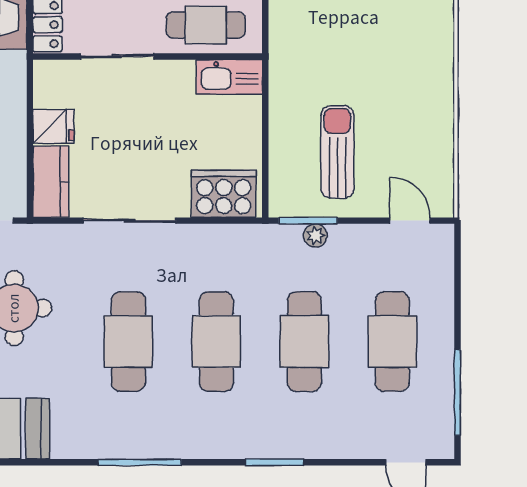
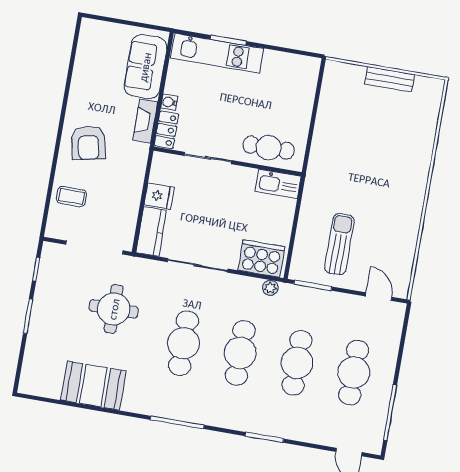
plant: (315, 236) -> (270, 288), moved

